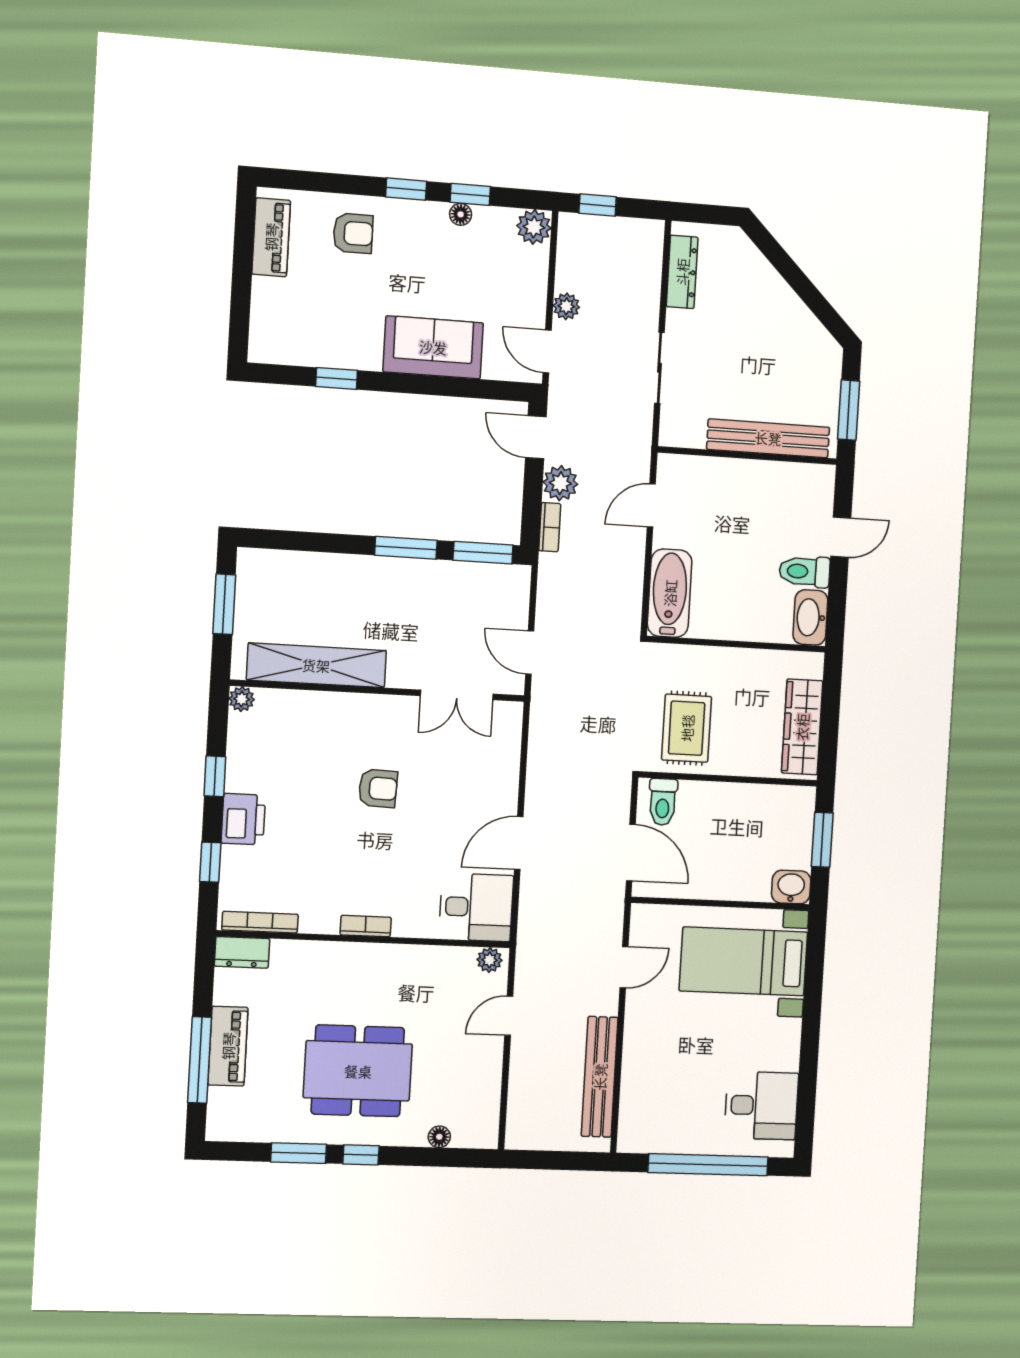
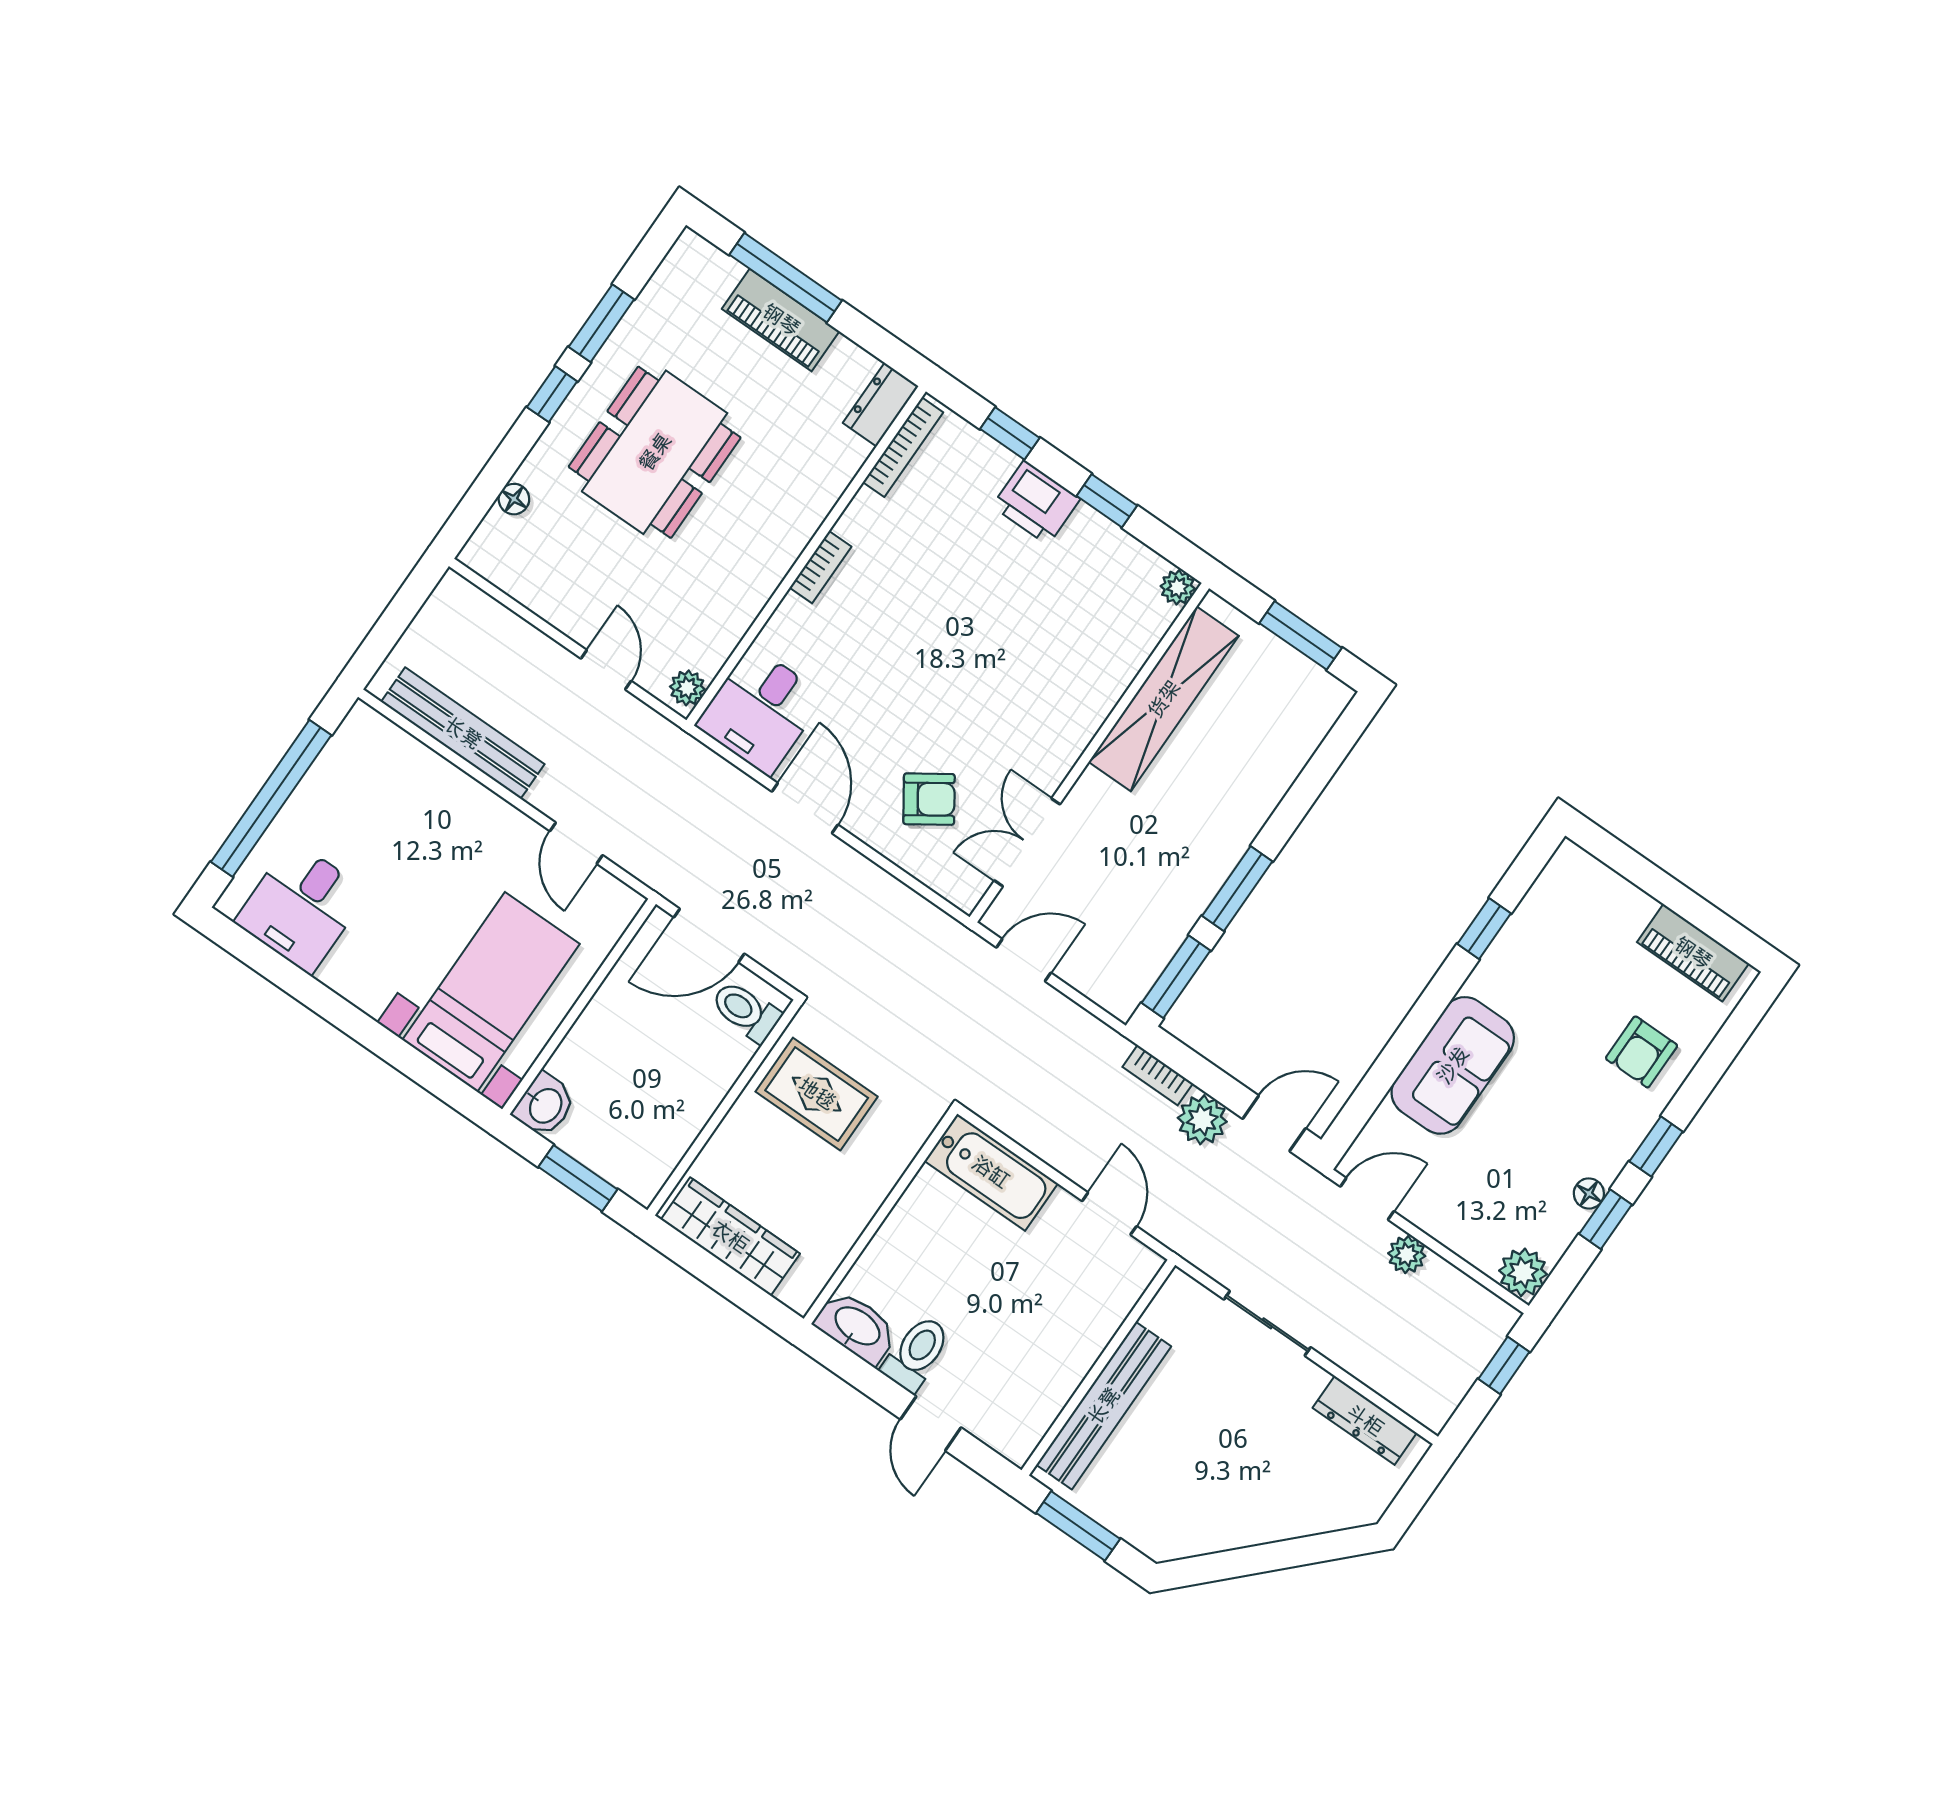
armchair: (378, 788) -> (929, 799), moved, turned -126

